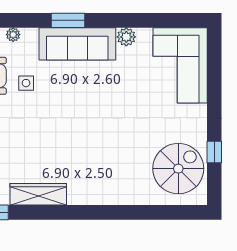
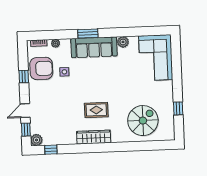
rug: (77, 149) -> (96, 110), added
spiral stairs: (178, 169) -> (143, 121), moved
wardrobe: (38, 194) -> (94, 137), moved

